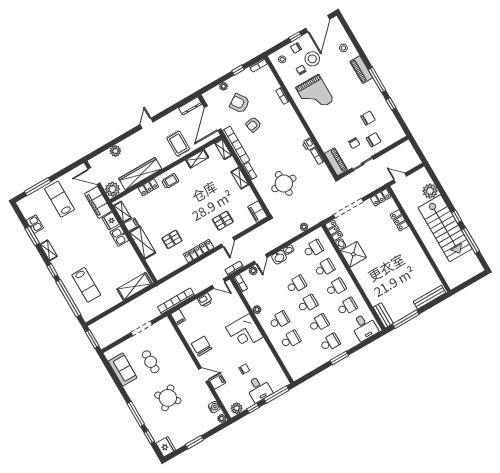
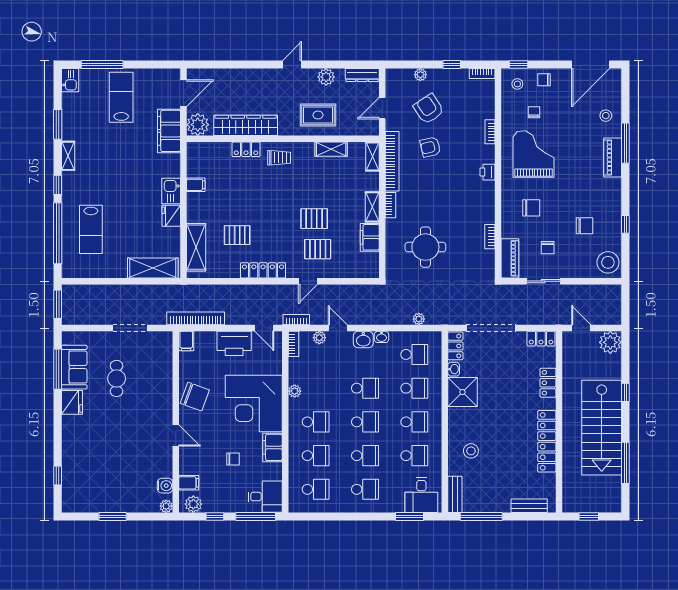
window: (295, 37) -> (518, 65), moved
stool: (312, 59) -> (608, 262), moved
window: (377, 80) -> (625, 143), moved
grand piano: (315, 94) -> (533, 154), turned 180
door: (213, 118) -> (382, 108), width x0.53
chair: (374, 140) -> (531, 208), moved
rug: (178, 144) -> (318, 115), turned 90
printer: (309, 144) -> (487, 172), moved
plant: (115, 151) -> (326, 77), moved
door: (94, 176) -> (184, 93), swing flipped
plant: (430, 191) -> (610, 342), moved
pallet: (211, 204) -> (314, 219), added
shelving: (122, 212) -> (193, 162), removed
filing cabinet: (257, 212) -> (370, 237), moved
window: (457, 217) -> (625, 392), moved
fridge: (111, 221) -> (171, 216), moved
kitchen sink: (35, 224) -> (70, 80), moved
shelving: (142, 243) -> (196, 247), moved
locker: (418, 254) -> (547, 441), added
door: (261, 259) -> (338, 328), swing flipped
window: (467, 283) -> (589, 517), added
stool: (378, 285) -> (471, 451), added
bench: (430, 297) -> (529, 506), width x0.73
printer: (205, 300) -> (234, 343), width x1.87, depth x1.48
corner desk: (244, 332) -> (254, 403), width x1.36, depth x1.36
chair: (201, 346) -> (195, 397), turned 110
filing cabinet: (263, 349) -> (272, 447), added
window: (339, 358) -> (410, 517), moved
school desk: (302, 359) -> (316, 489), added
filing cabinet: (218, 382) -> (189, 483), moved
desk: (259, 389) -> (265, 497), moved, turned -90
round table: (168, 398) -> (112, 439), removed
window: (136, 414) -> (58, 369), moved
fridge: (166, 447) -> (72, 402), moved

